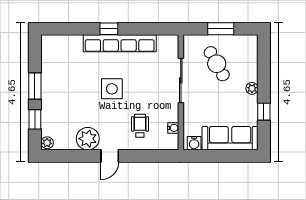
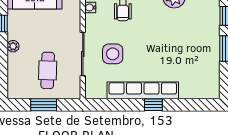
cafe table: (217, 64) -> (48, 70), turned 31
side table: (112, 89) -> (113, 54), moved

